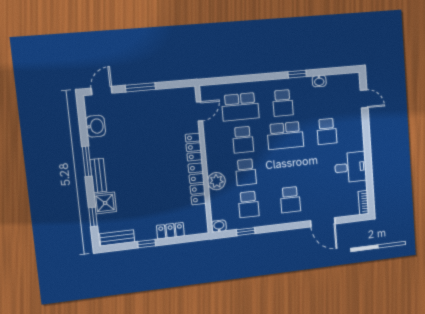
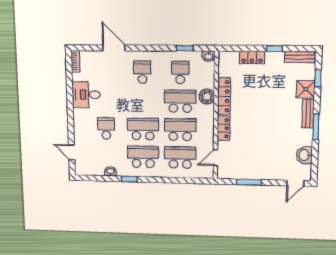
window: (140, 87) -> (249, 182), moved
school desk: (283, 103) -> (143, 157), width x1.85
school desk: (243, 140) -> (180, 130), width x1.85
school desk: (246, 172) -> (180, 101), width x1.85

